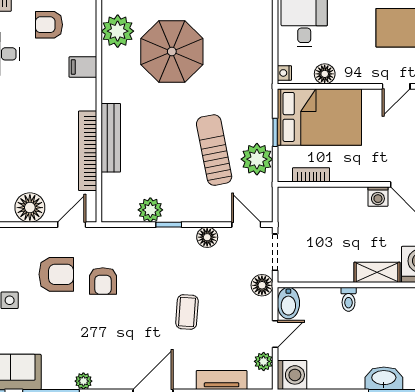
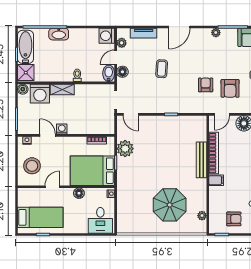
plant: (118, 31) -> (202, 216), width x0.53, depth x0.53
filing cabinet: (83, 67) -> (216, 180), moved
floor lamp: (325, 74) -> (79, 193), moved
sun lounger: (214, 150) -> (147, 153), removed
plant: (150, 210) -> (181, 122), removed
floor lamp: (207, 237) -> (151, 108), removed
armchair: (56, 274) -> (230, 88), turned -90
floor lamp: (262, 285) -> (122, 72), moved

